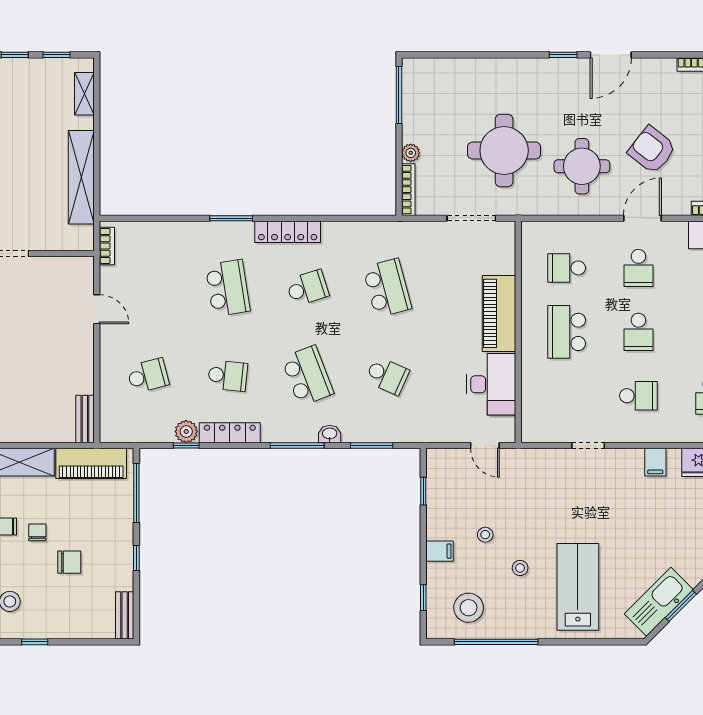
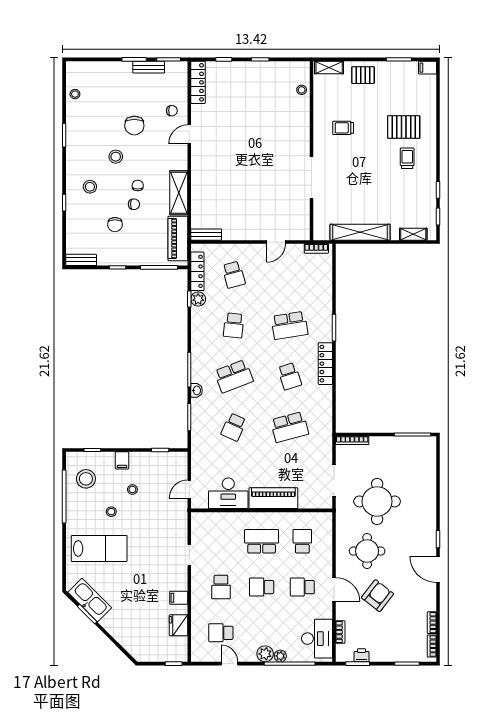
plant: (411, 153) -> (376, 442), removed
locker: (230, 433) -> (197, 271), moved

